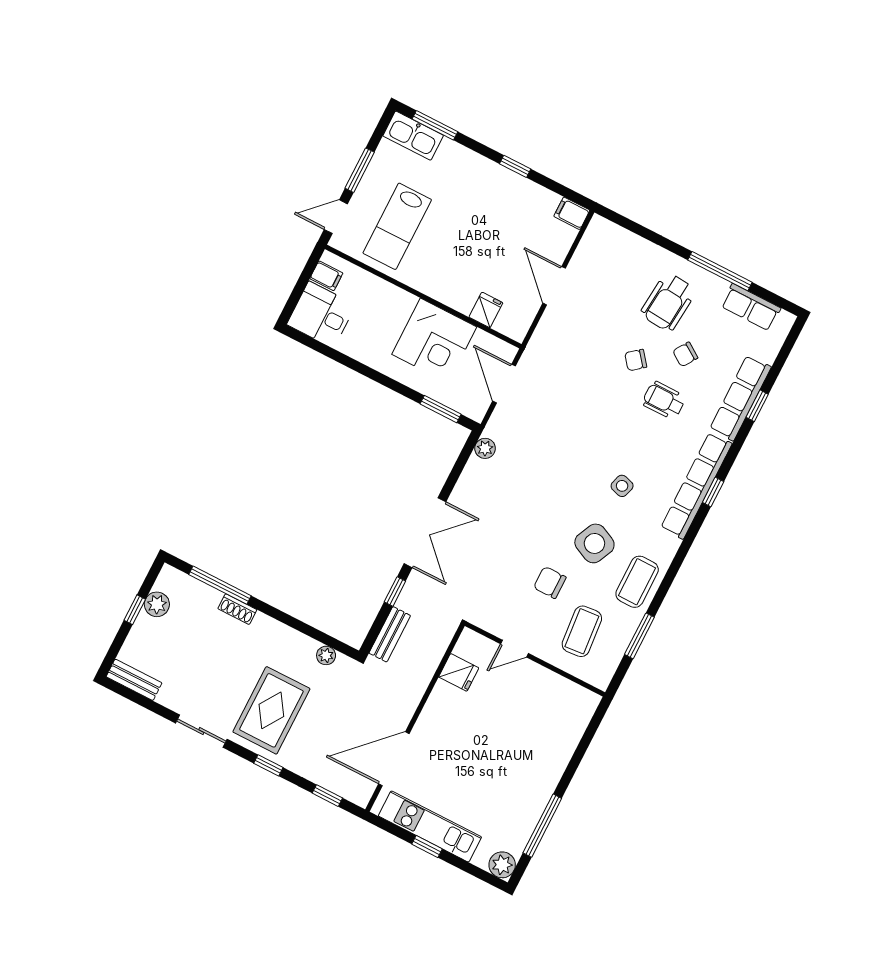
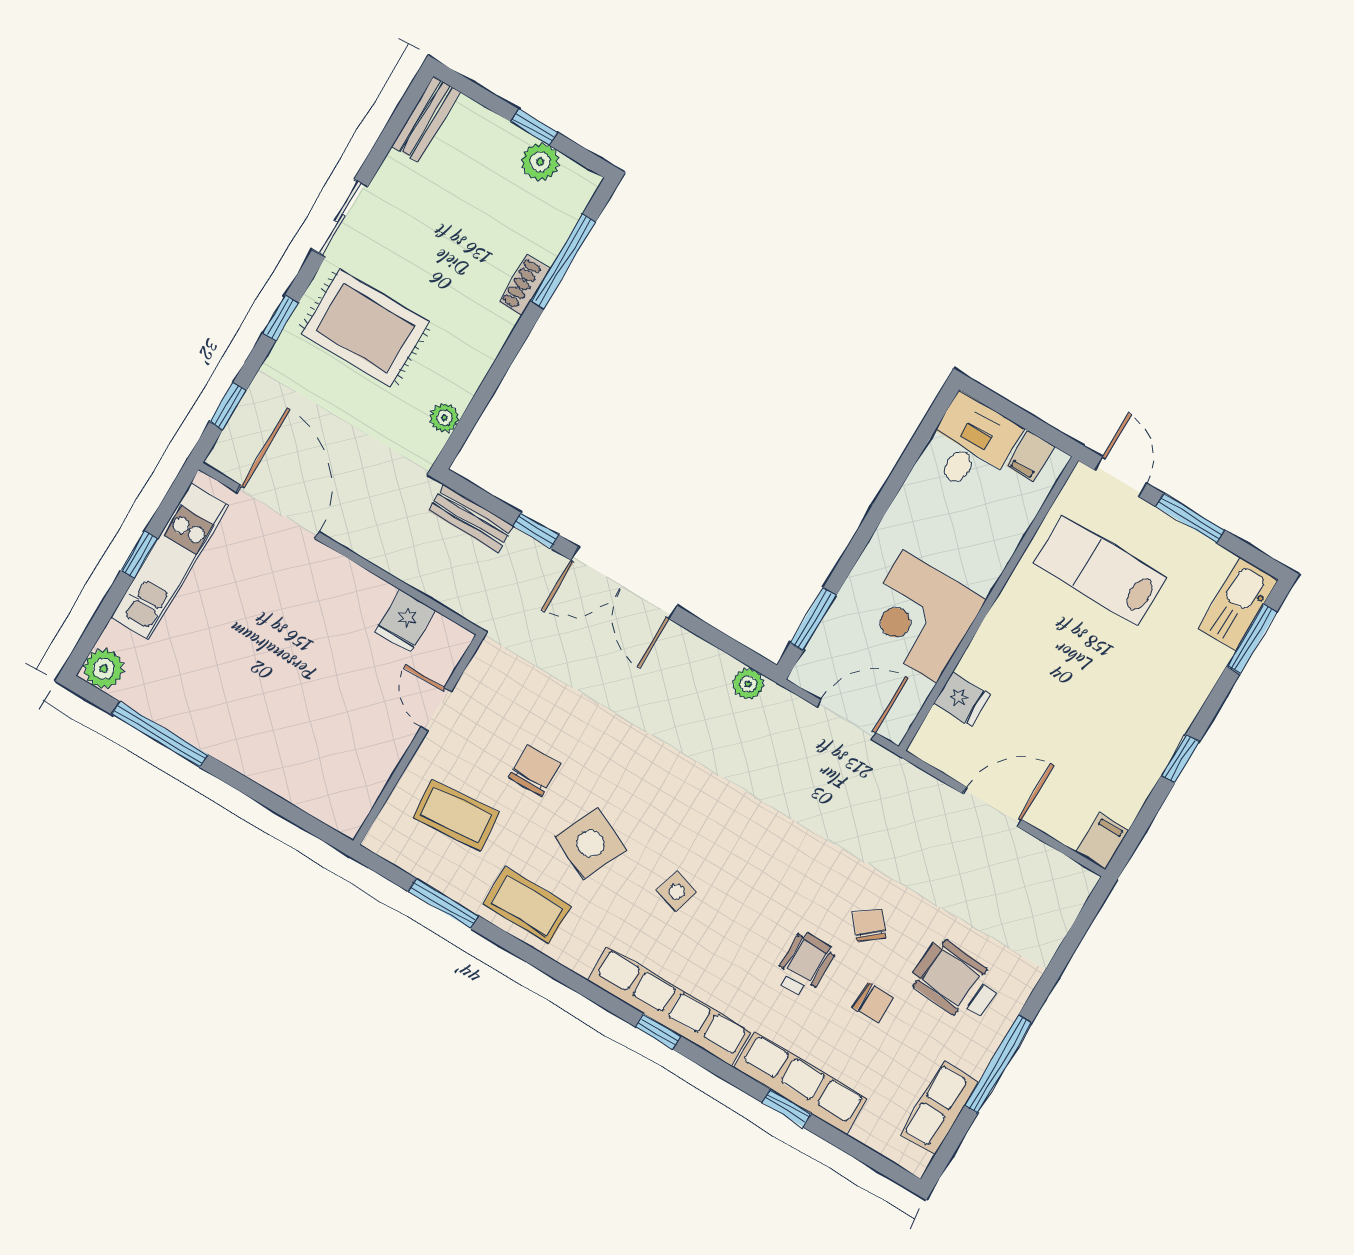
chair: (685, 354) -> (873, 1002), turned 146

